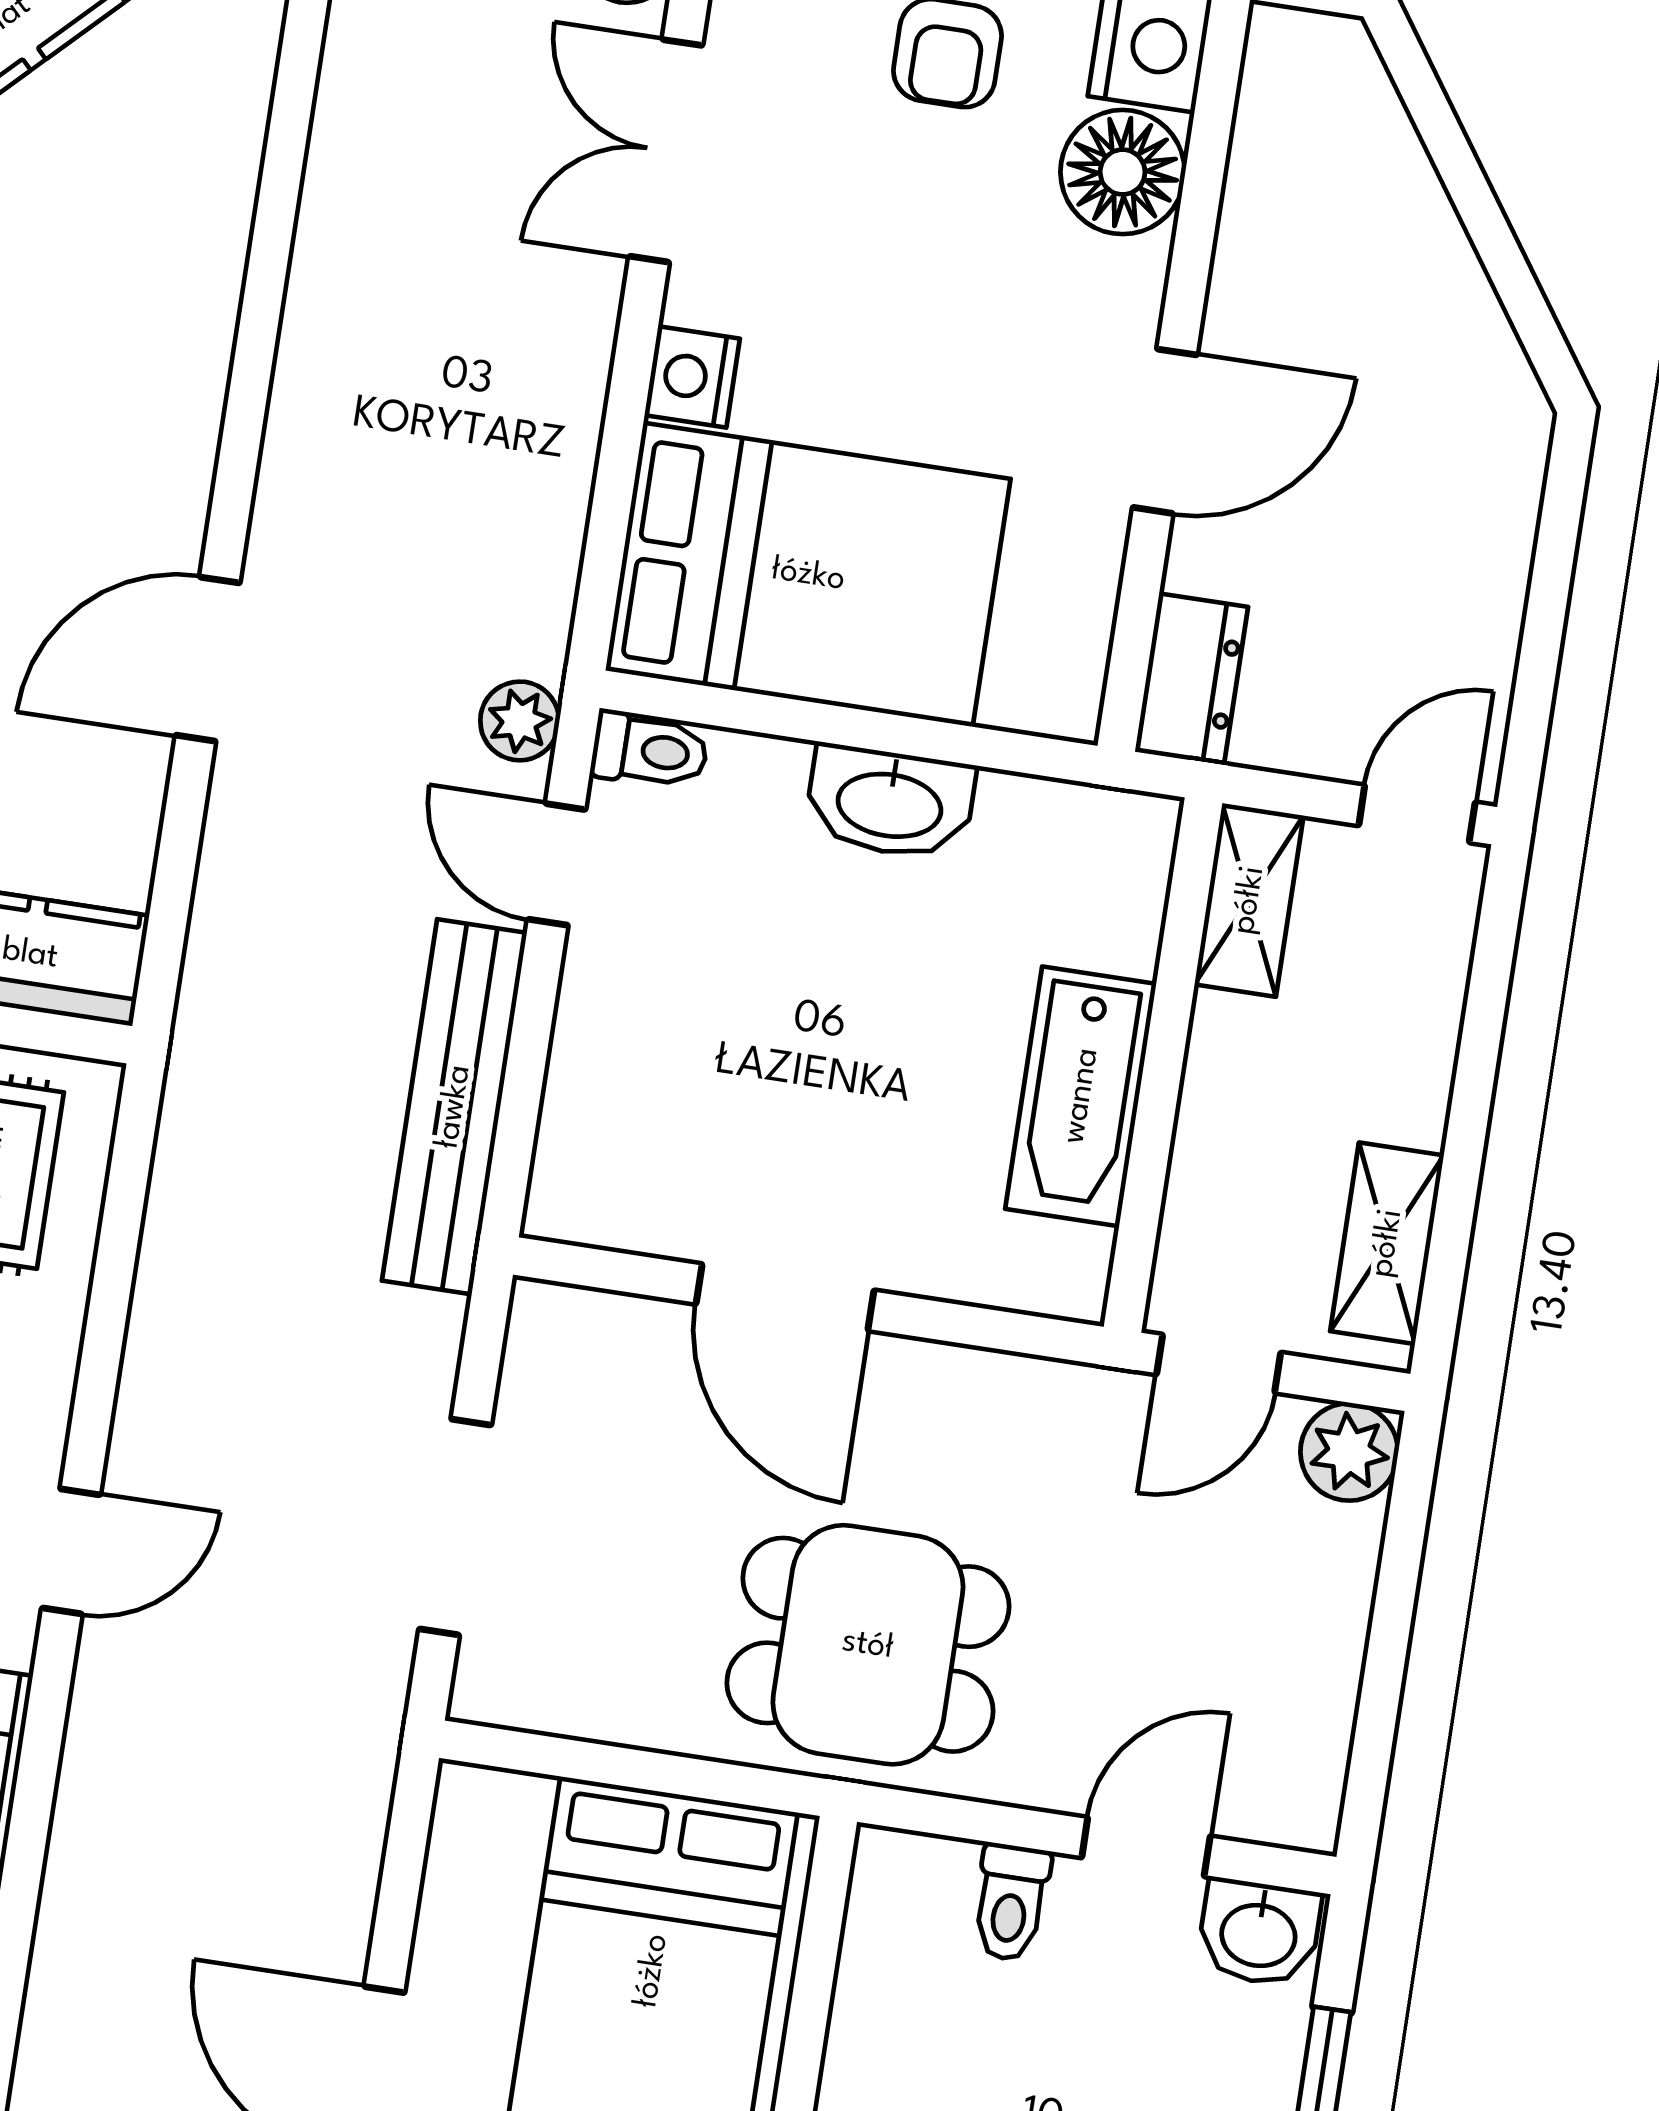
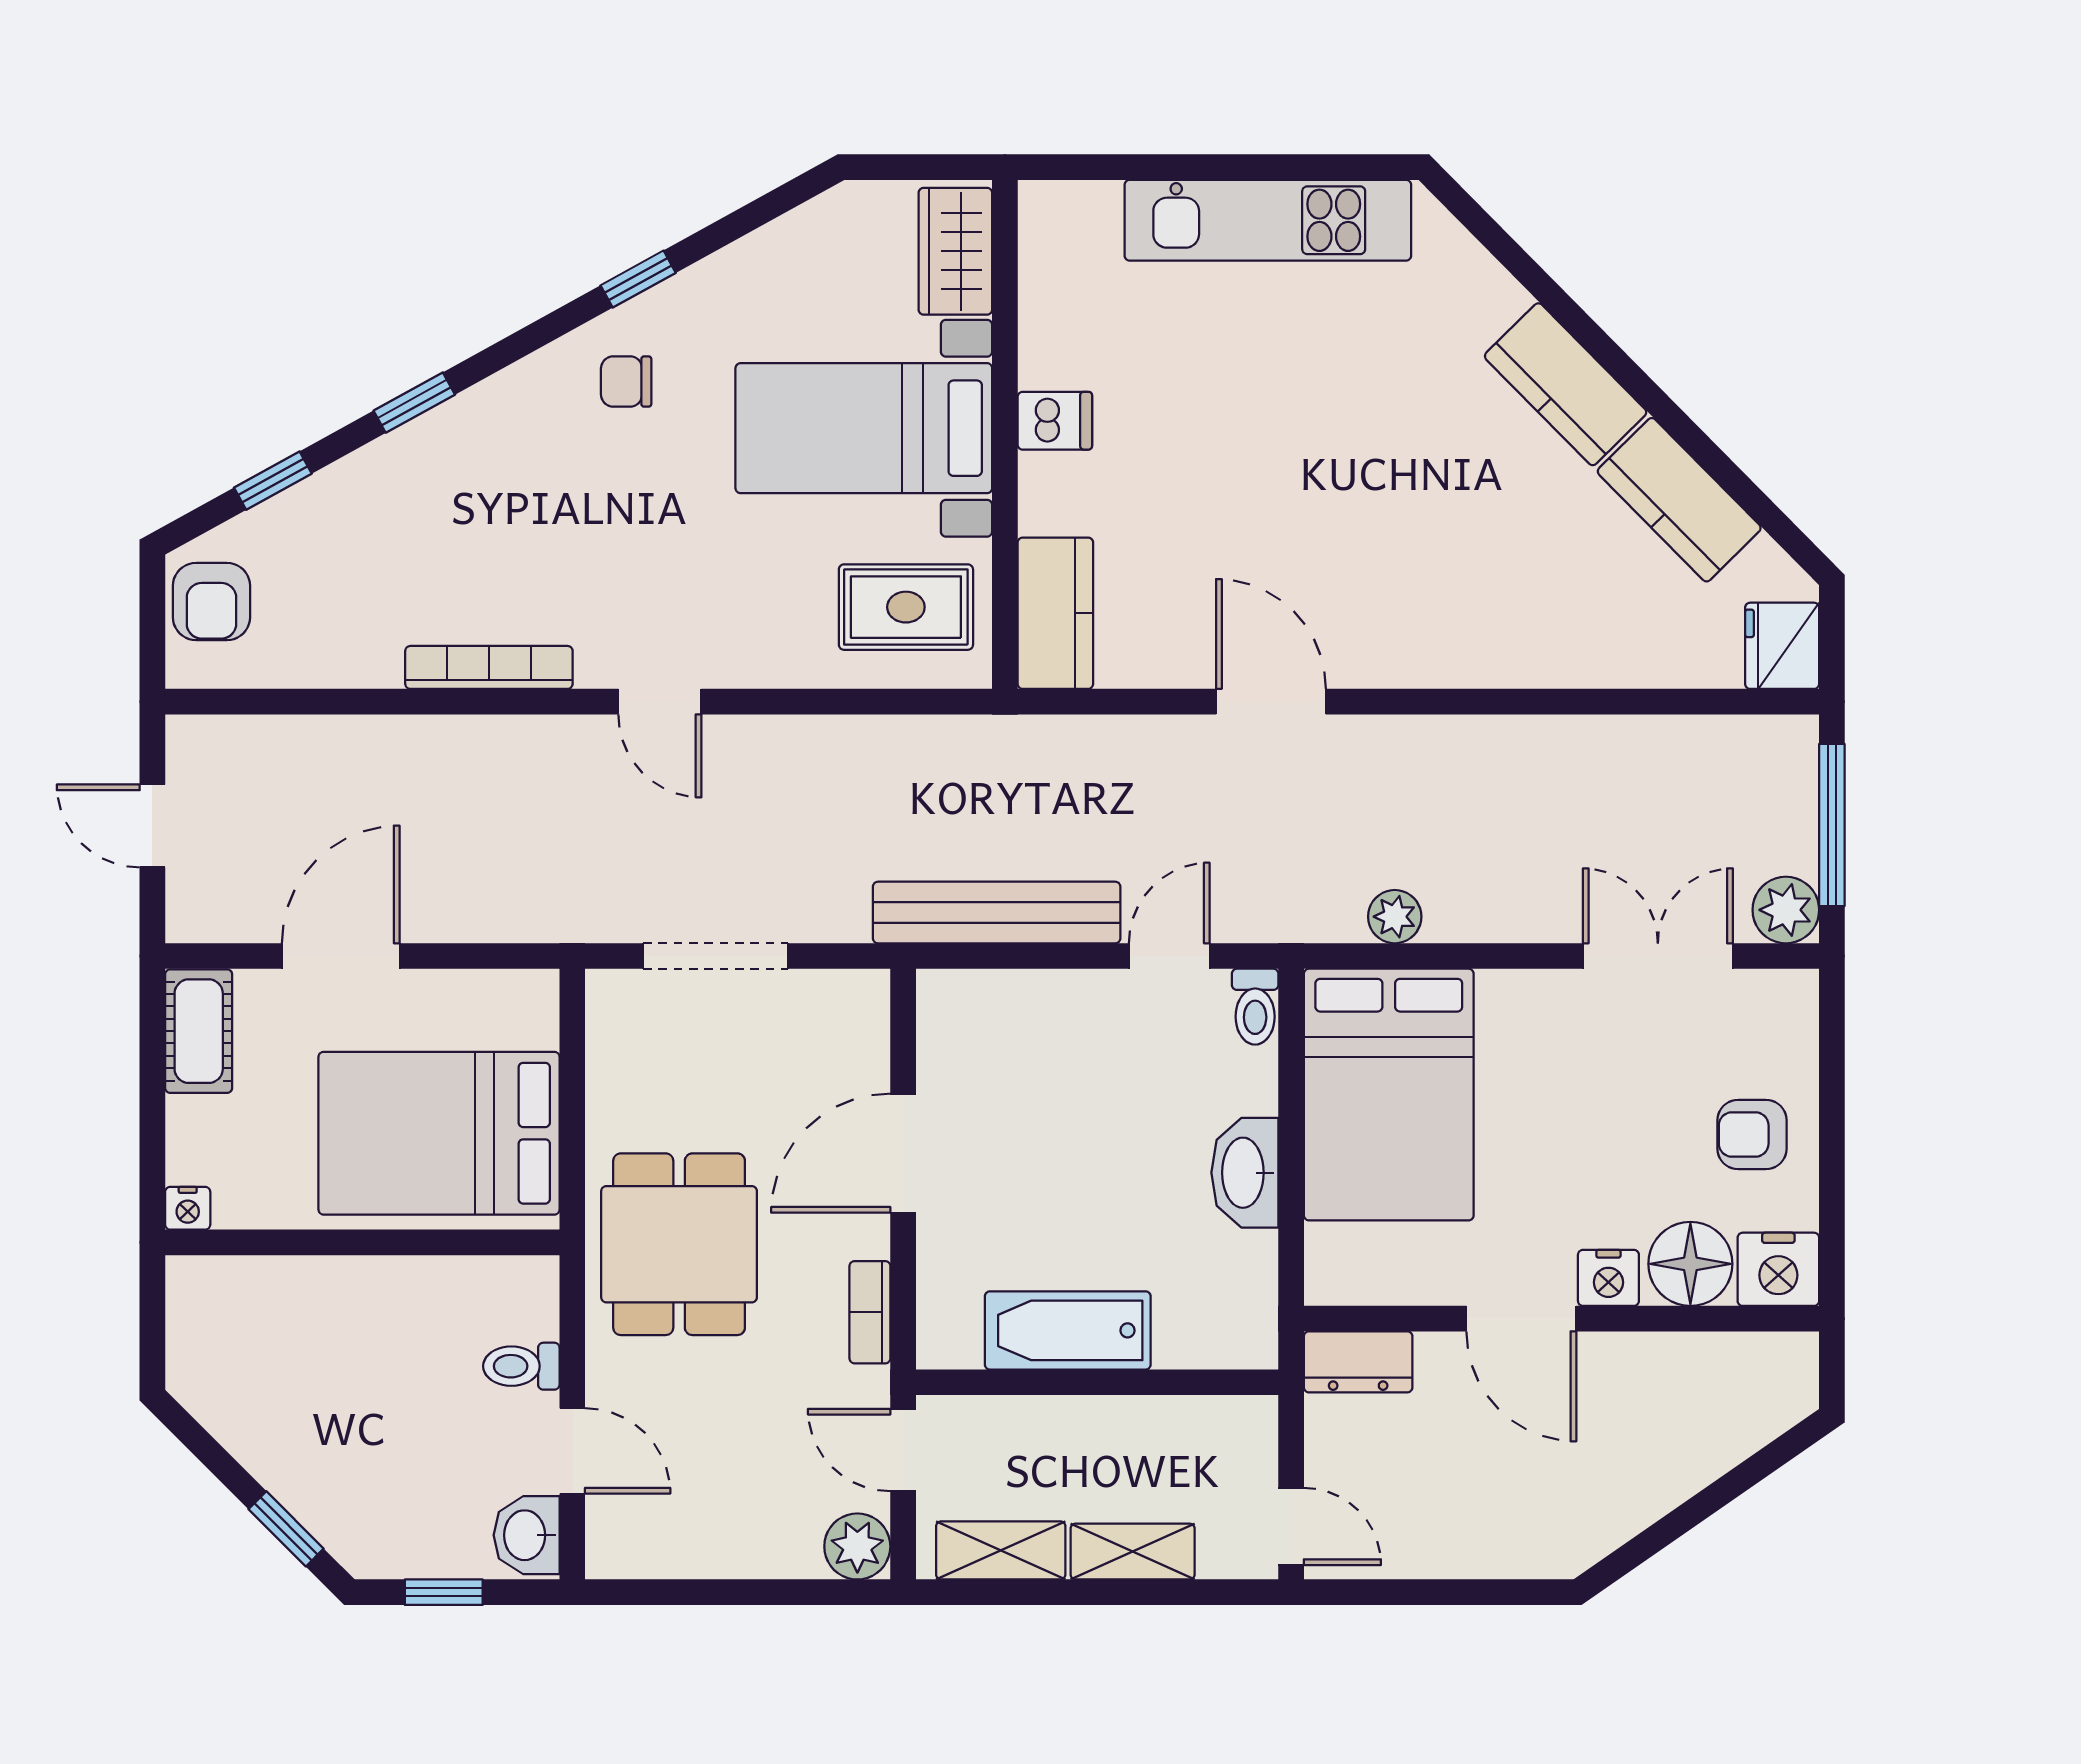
nightstand: (692, 377) -> (1608, 1278), moved, turned 180
plant: (520, 721) -> (1395, 917), moved
shelving: (1249, 900) -> (1133, 1552), moved
bookcase: (1010, 1381) -> (870, 1312), added

